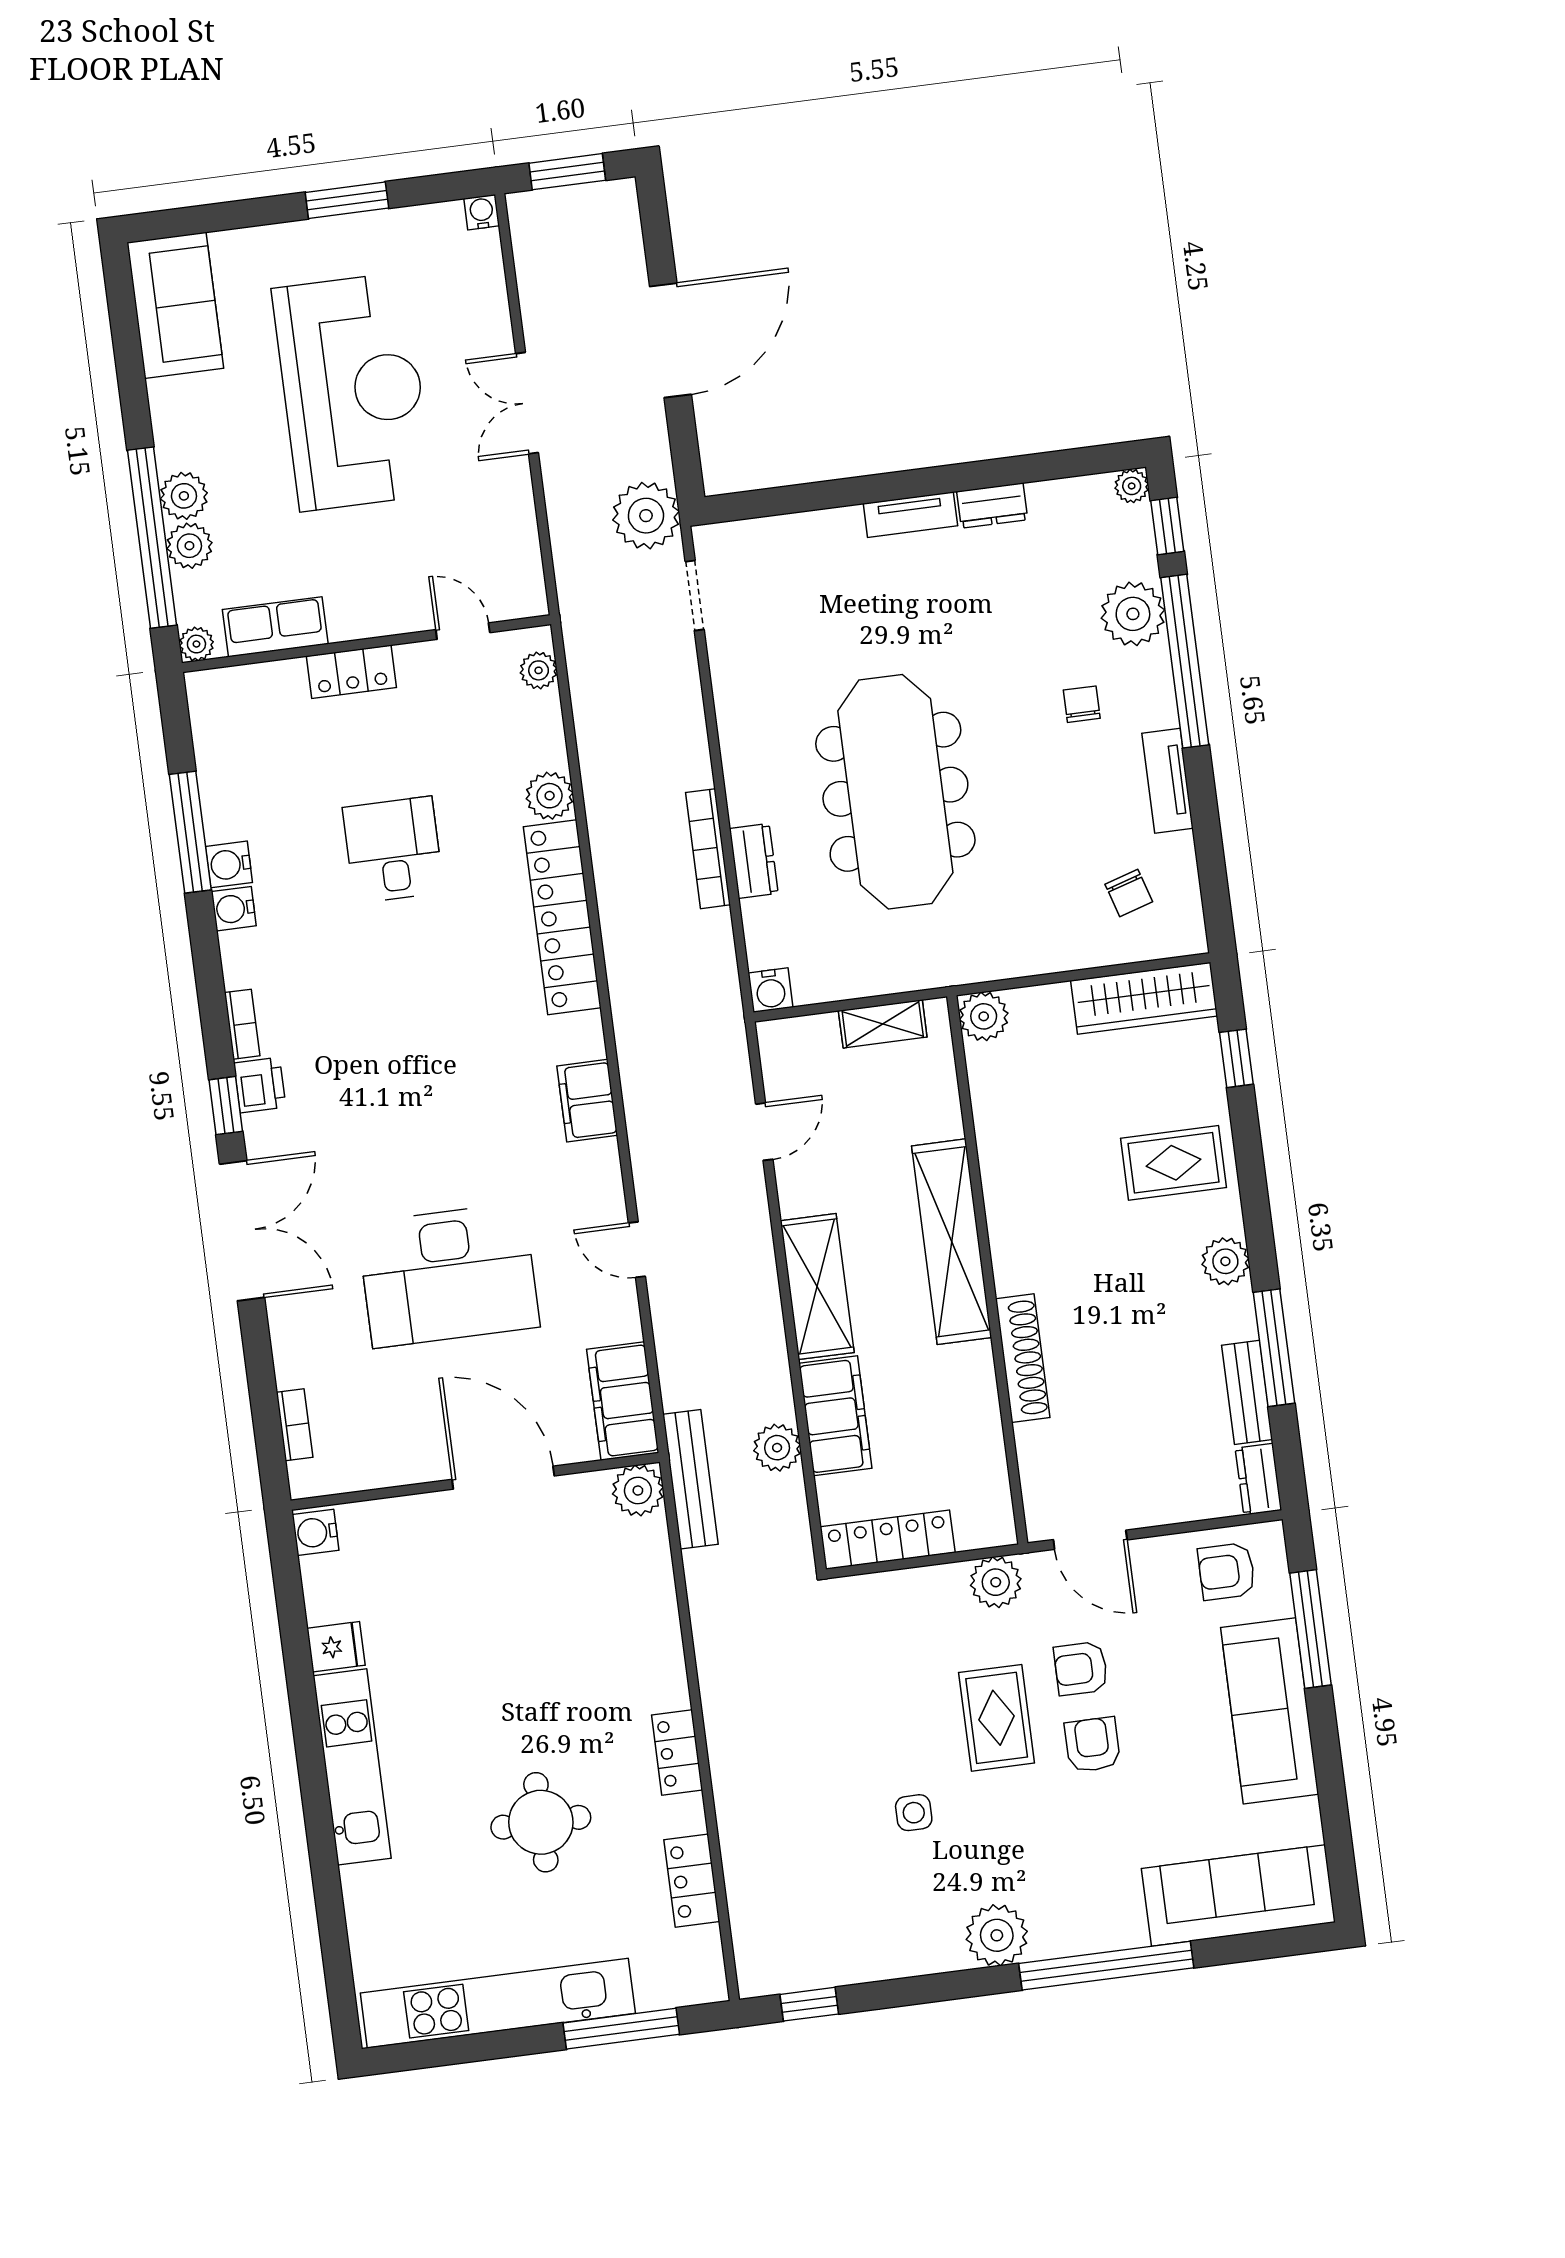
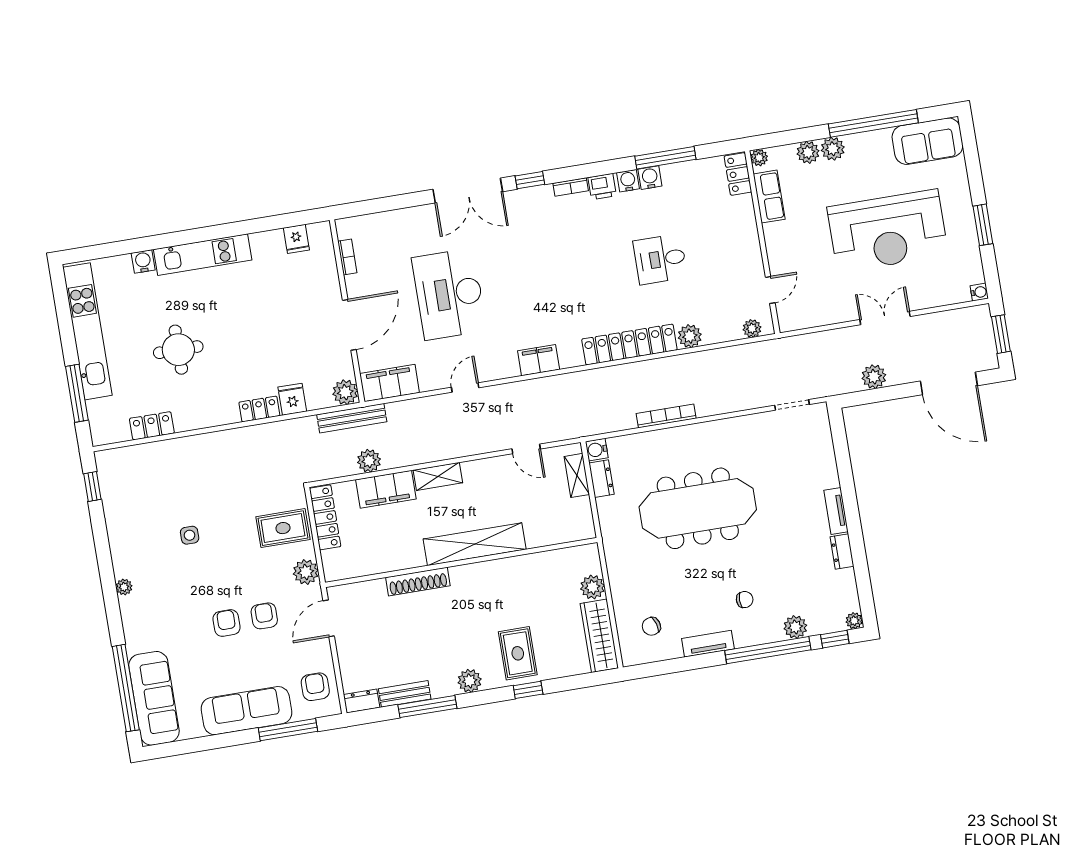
door: (670, 340) -> (949, 383), moved
plant: (646, 516) -> (874, 377), moved, width x0.73, depth x0.73
window: (152, 538) -> (873, 123), moved
plant: (1133, 614) -> (795, 627), width x0.73, depth x0.73
locker: (351, 672) -> (738, 174), moved
desk: (393, 850) -> (660, 259), turned 180
dresser: (754, 861) -> (602, 479), moved, turned -90
plant: (984, 1016) -> (593, 587), moved
shelving: (883, 1024) -> (577, 475), moved
window: (1236, 1058) -> (528, 690), moved
printer: (260, 1085) -> (602, 187), moved
shelving: (817, 1287) -> (438, 476), width x0.67, depth x0.75
bookcase: (295, 1425) -> (347, 257), moved, turned -90
water cooler: (316, 1532) -> (143, 261), moved
fridge: (648, 1597) -> (292, 399), added
fridge: (336, 1647) -> (296, 239), moved
rug: (997, 1718) -> (283, 528), moved
armchair: (1092, 1745) -> (227, 623), turned -90
locker: (677, 1753) -> (259, 409), moved
plant: (997, 1935) -> (124, 587), width x0.53, depth x0.53
window: (1106, 1966) -> (126, 688), moved

